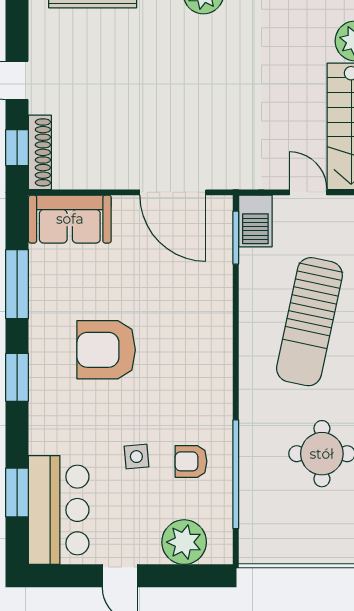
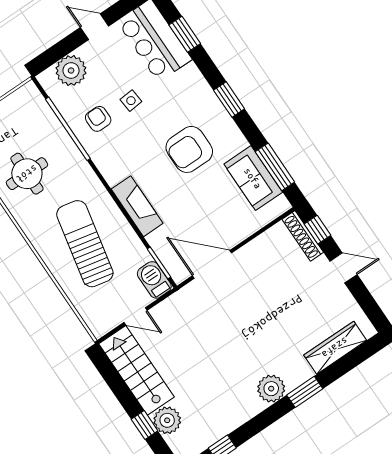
sofa: (70, 219) -> (253, 178), moved, turned -90
window: (17, 284) -> (275, 167), moved
fireplace: (216, 324) -> (137, 206), added
armchair: (106, 350) -> (189, 149), turned 180
armchair: (191, 461) -> (98, 119), turned -90

